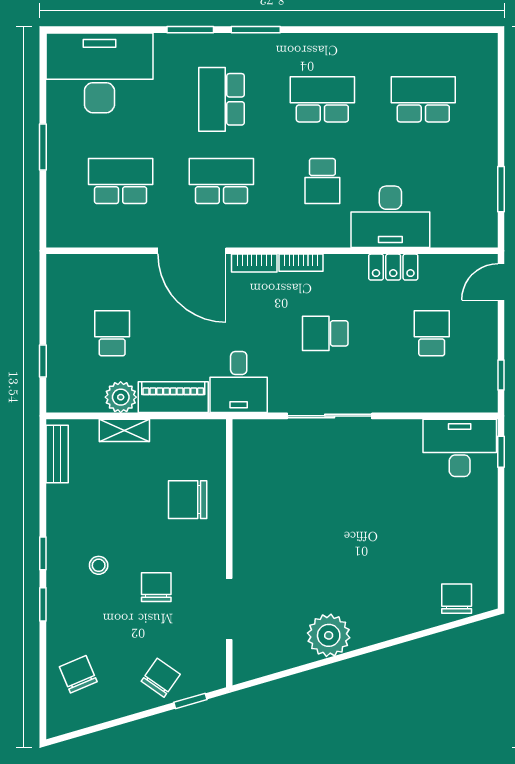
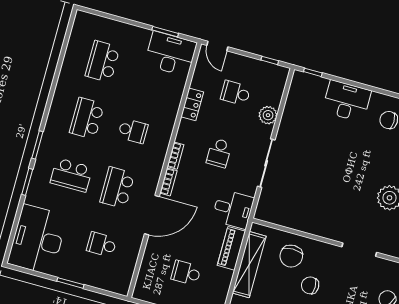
school desk: (121, 181) -> (102, 244), width x0.54
desk: (390, 217) -> (171, 54), moved, turned -90
plant: (121, 397) -> (268, 115), moved
shelving: (124, 430) -> (249, 265), width x2.20, depth x1.33
desk: (460, 448) -> (347, 101), moved, turned 90
chair: (156, 587) -> (310, 285), moved

